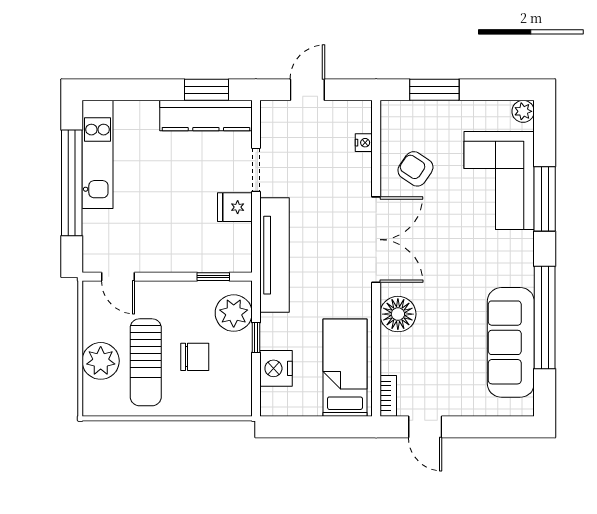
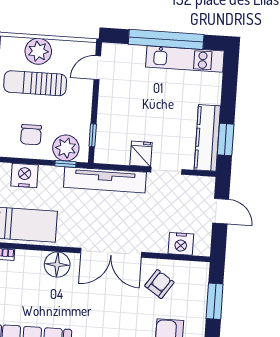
nightstand: (364, 143) -> (181, 244), width x1.89, depth x1.79
window: (256, 337) -> (65, 164), moved
chair: (195, 357) -> (31, 135), moved

